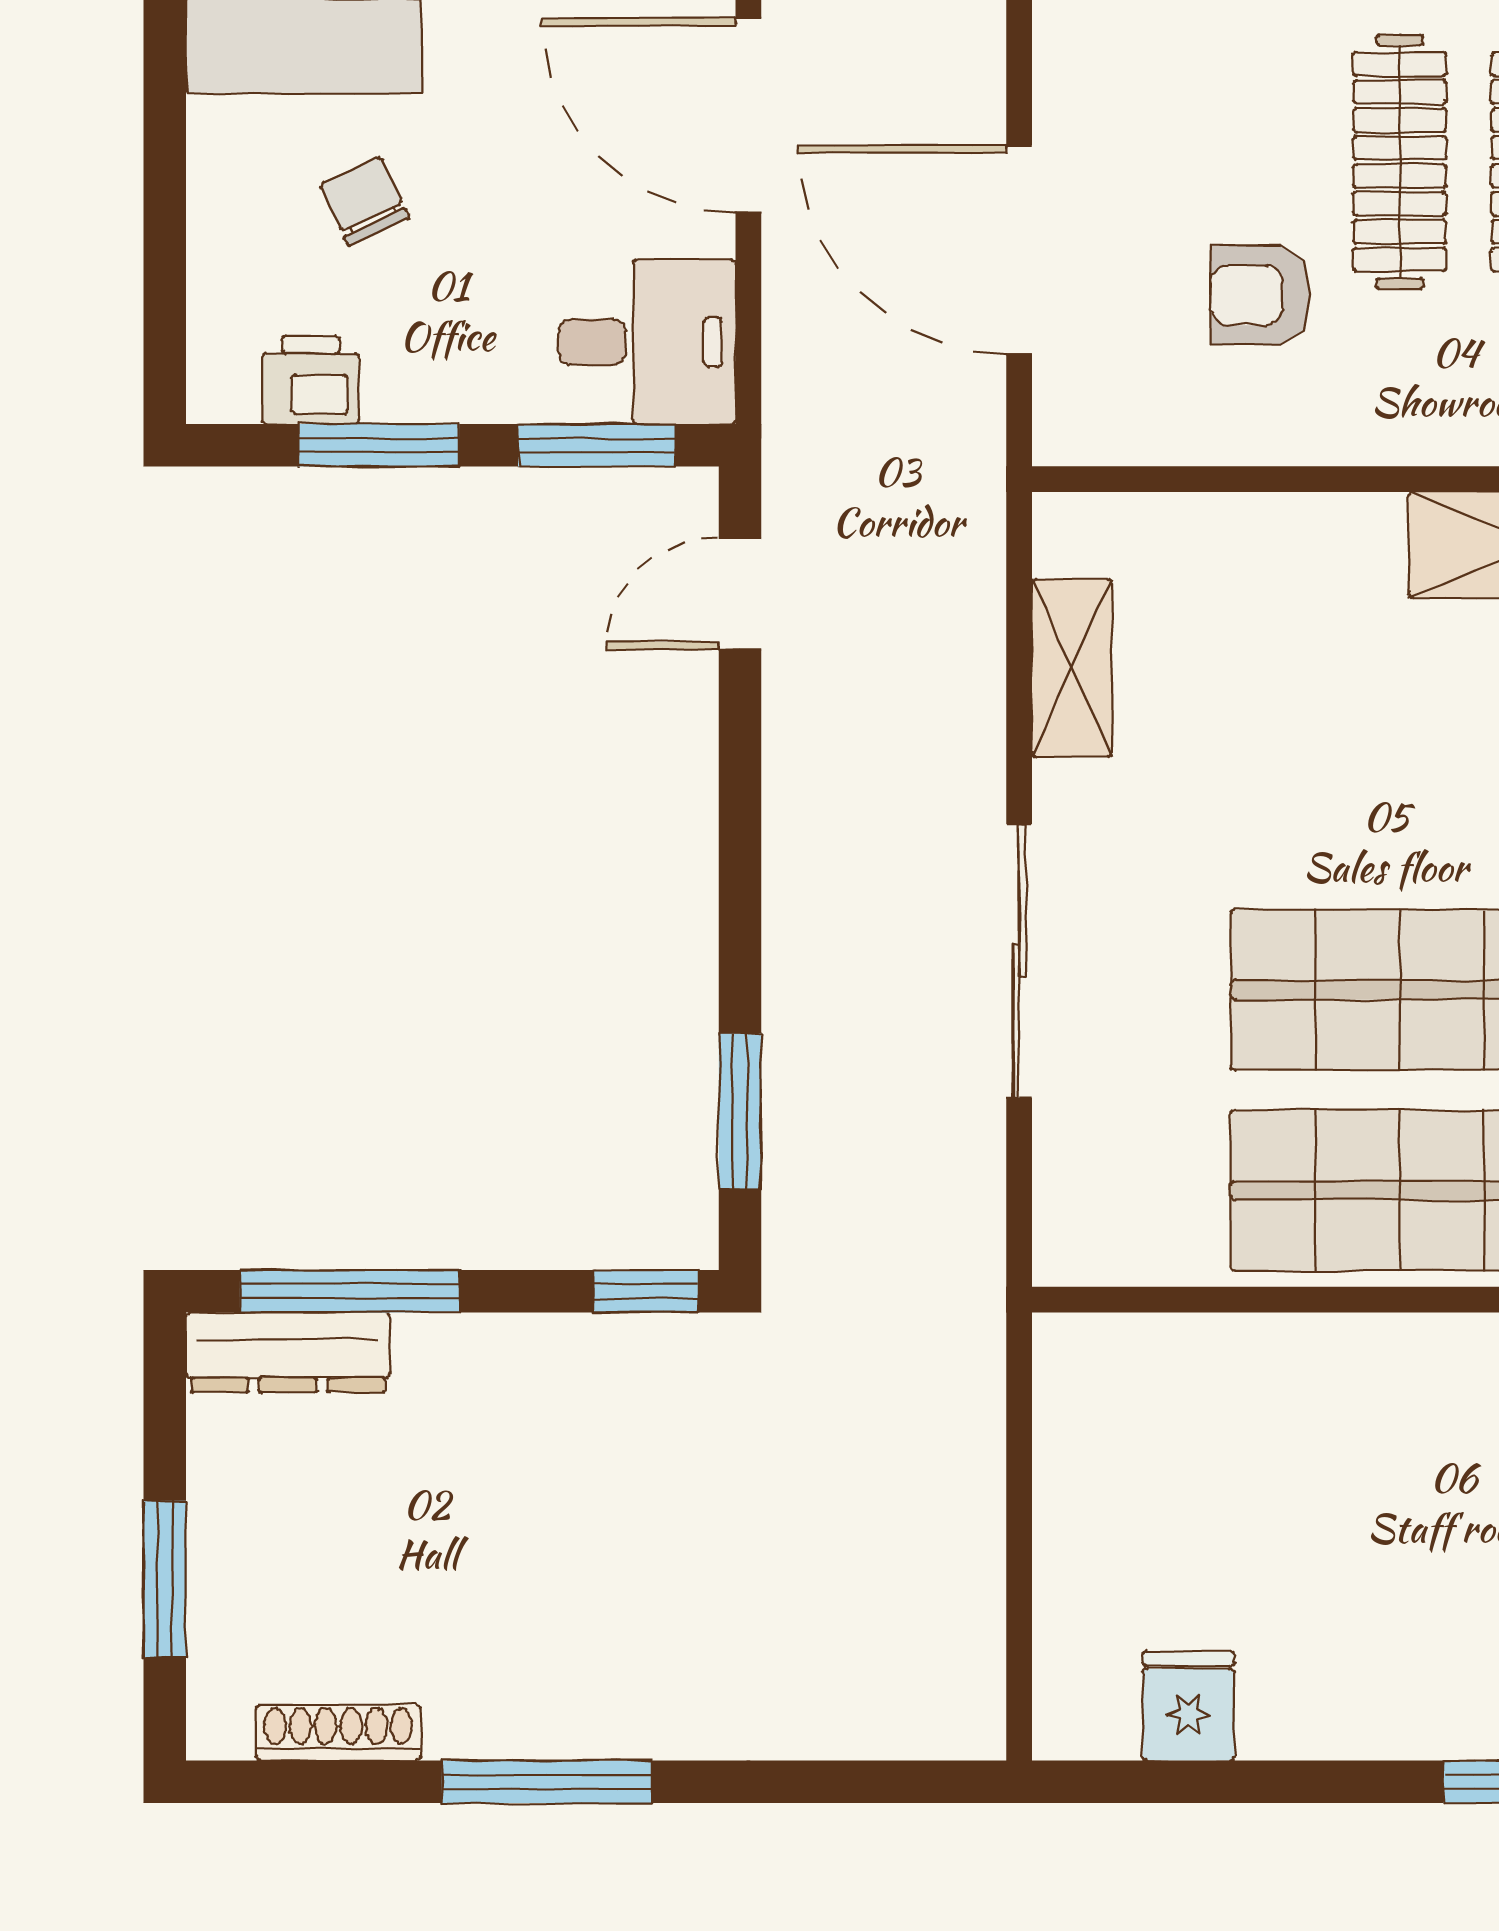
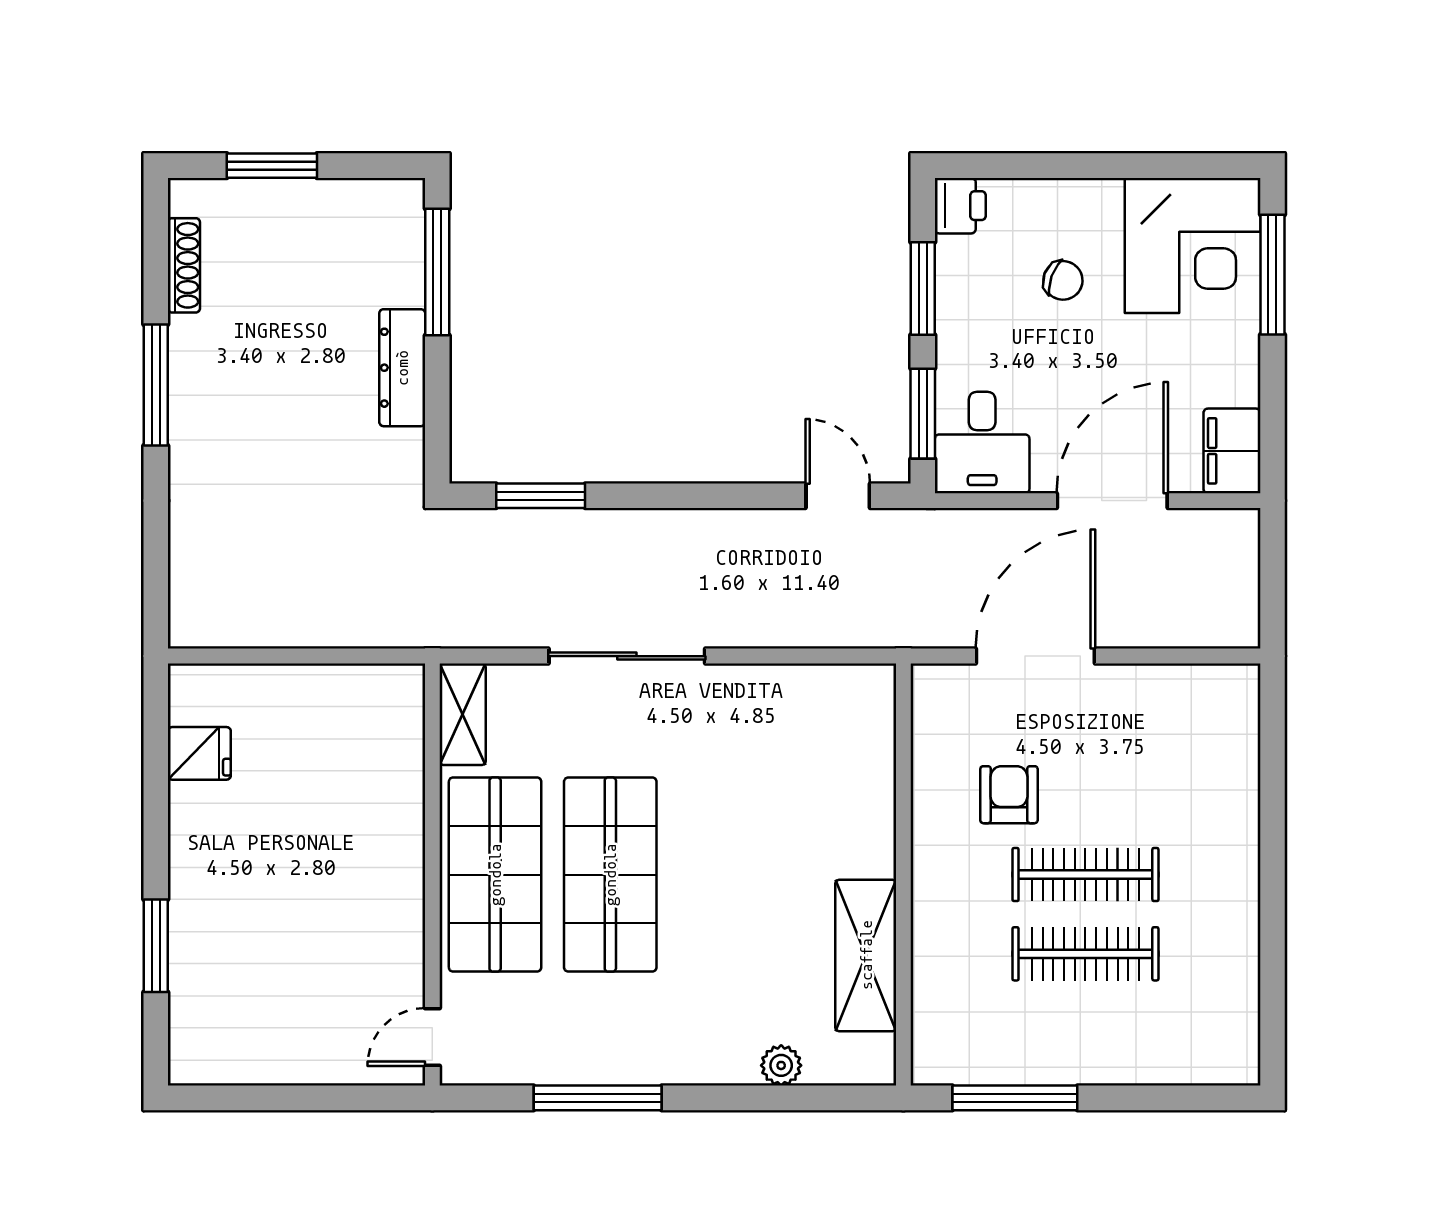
chair: (365, 201) -> (1063, 280), turned 45
printer: (311, 380) -> (960, 206), moved
shelving: (1072, 668) -> (463, 714), moved, turned 90
window: (646, 1291) -> (437, 442), removed
dresser: (288, 1352) -> (402, 368), moved

